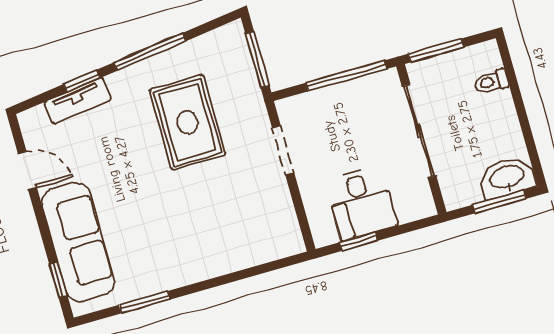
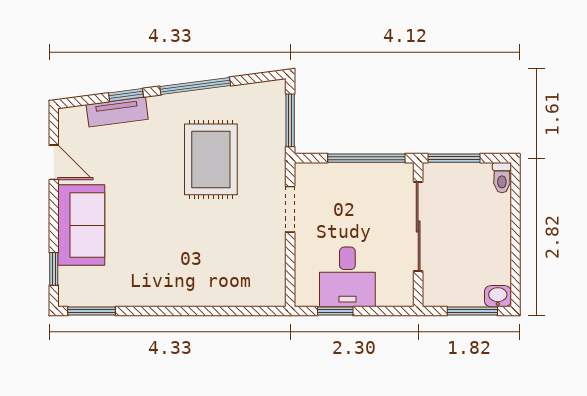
toilet: (491, 82) -> (502, 178), moved, turned -90
washbasin: (507, 178) -> (498, 296), width x0.52, depth x0.69
sofa: (78, 242) -> (81, 225), width x0.73
window: (144, 302) -> (92, 311), moved

